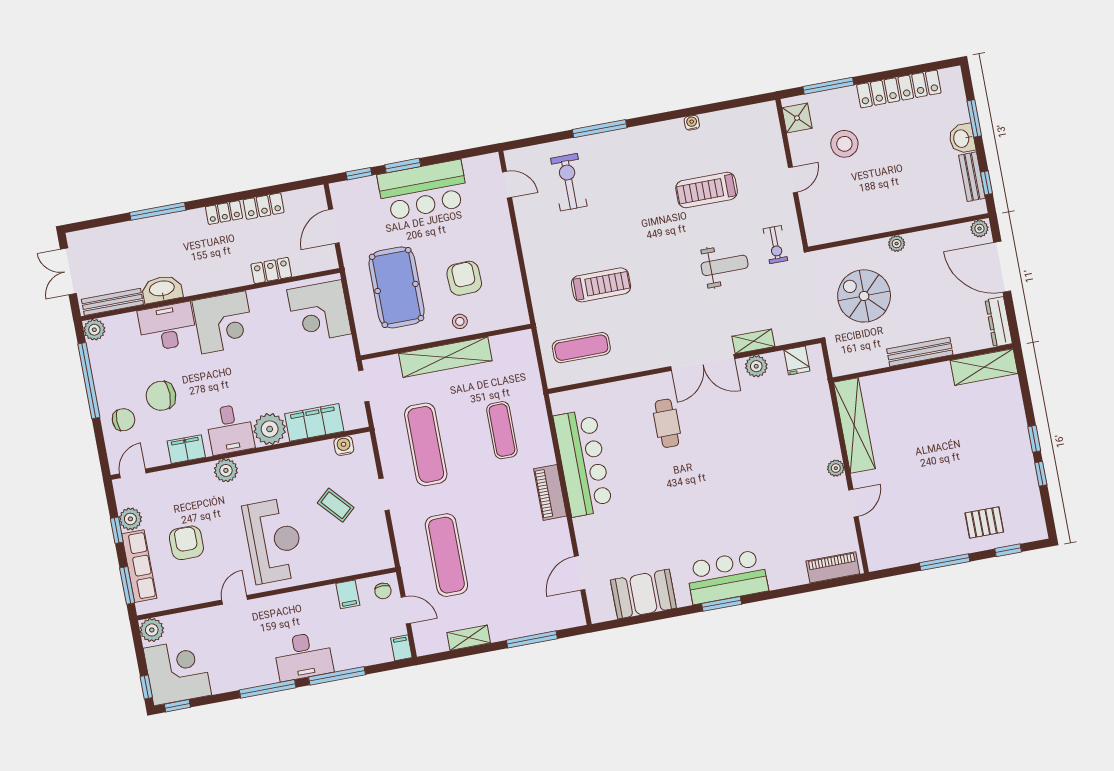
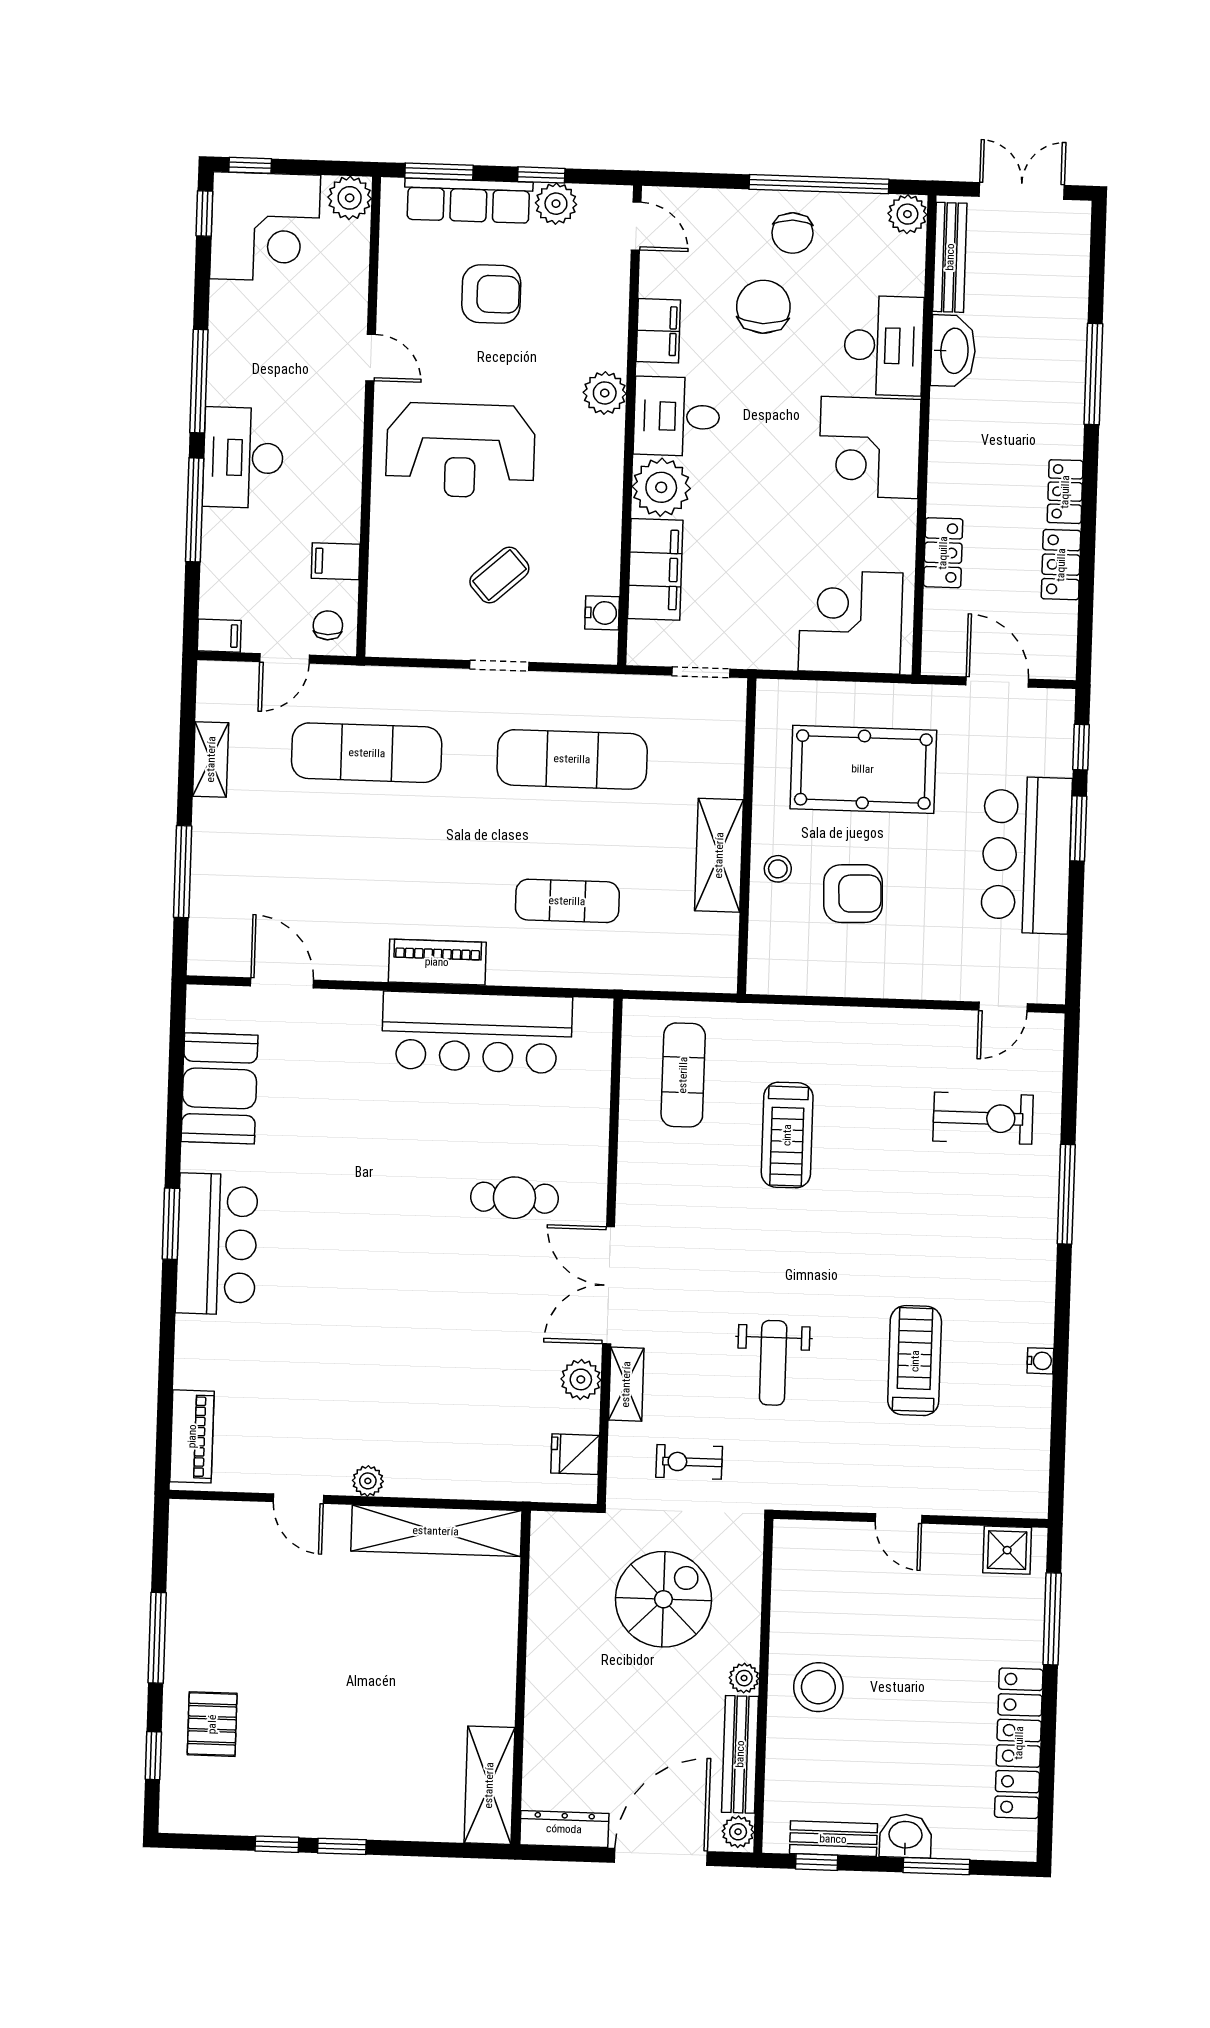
stool: (844, 144) -> (818, 1687), moved
exercise bike: (775, 245) -> (689, 1462), moved
bench: (920, 352) -> (740, 1754), moved
shelving: (445, 357) -> (719, 855), width x0.68
chair: (124, 420) -> (792, 233), moved
chair: (383, 591) -> (328, 625), turned 90

